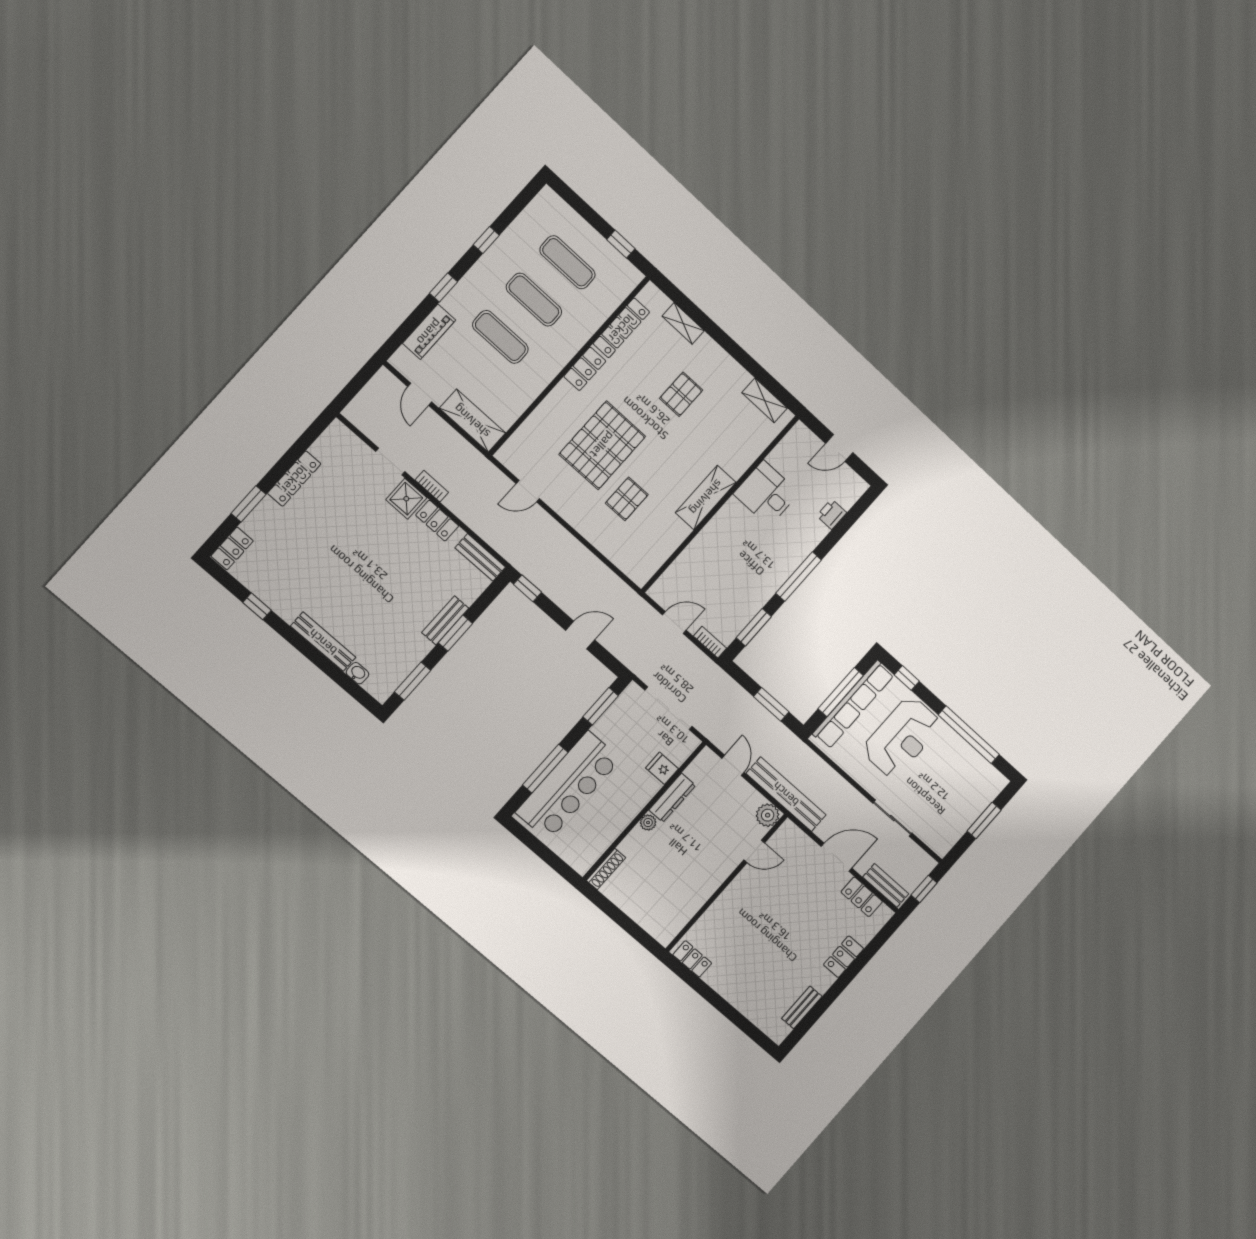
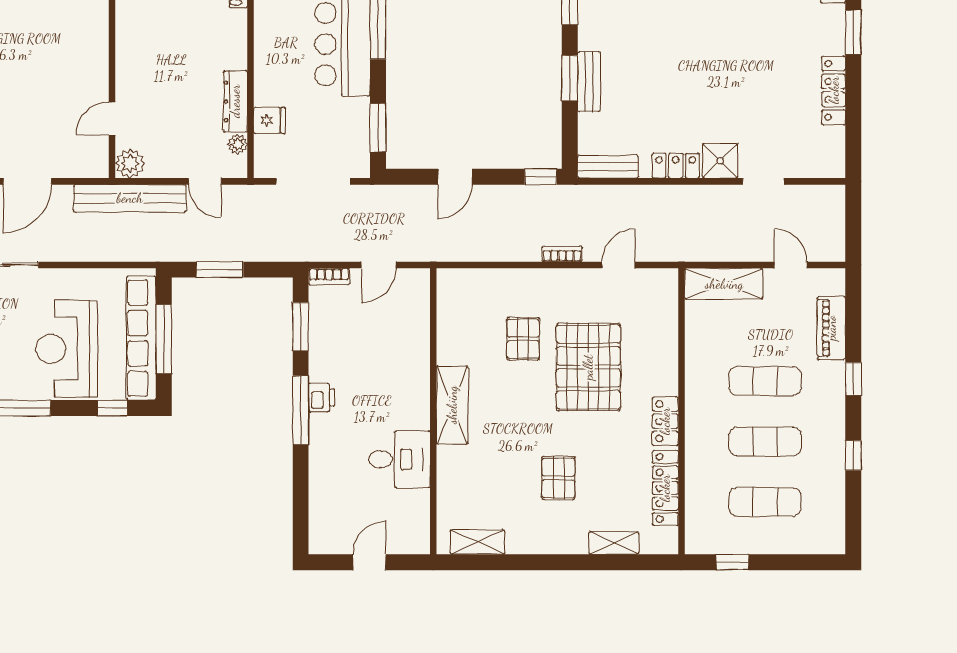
bookcase: (432, 486) -> (562, 254), moved, turned 180
printer: (832, 514) -> (321, 398), moved
plant: (648, 823) -> (237, 144), moved

